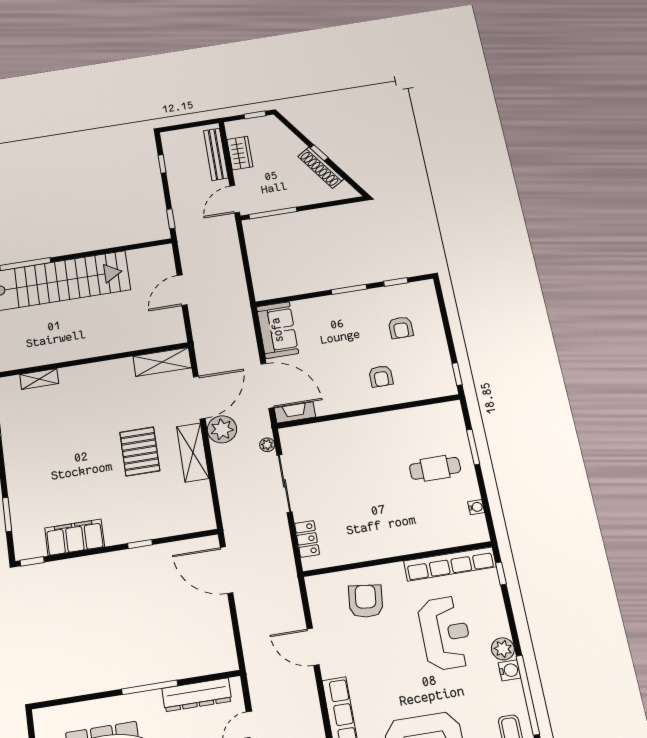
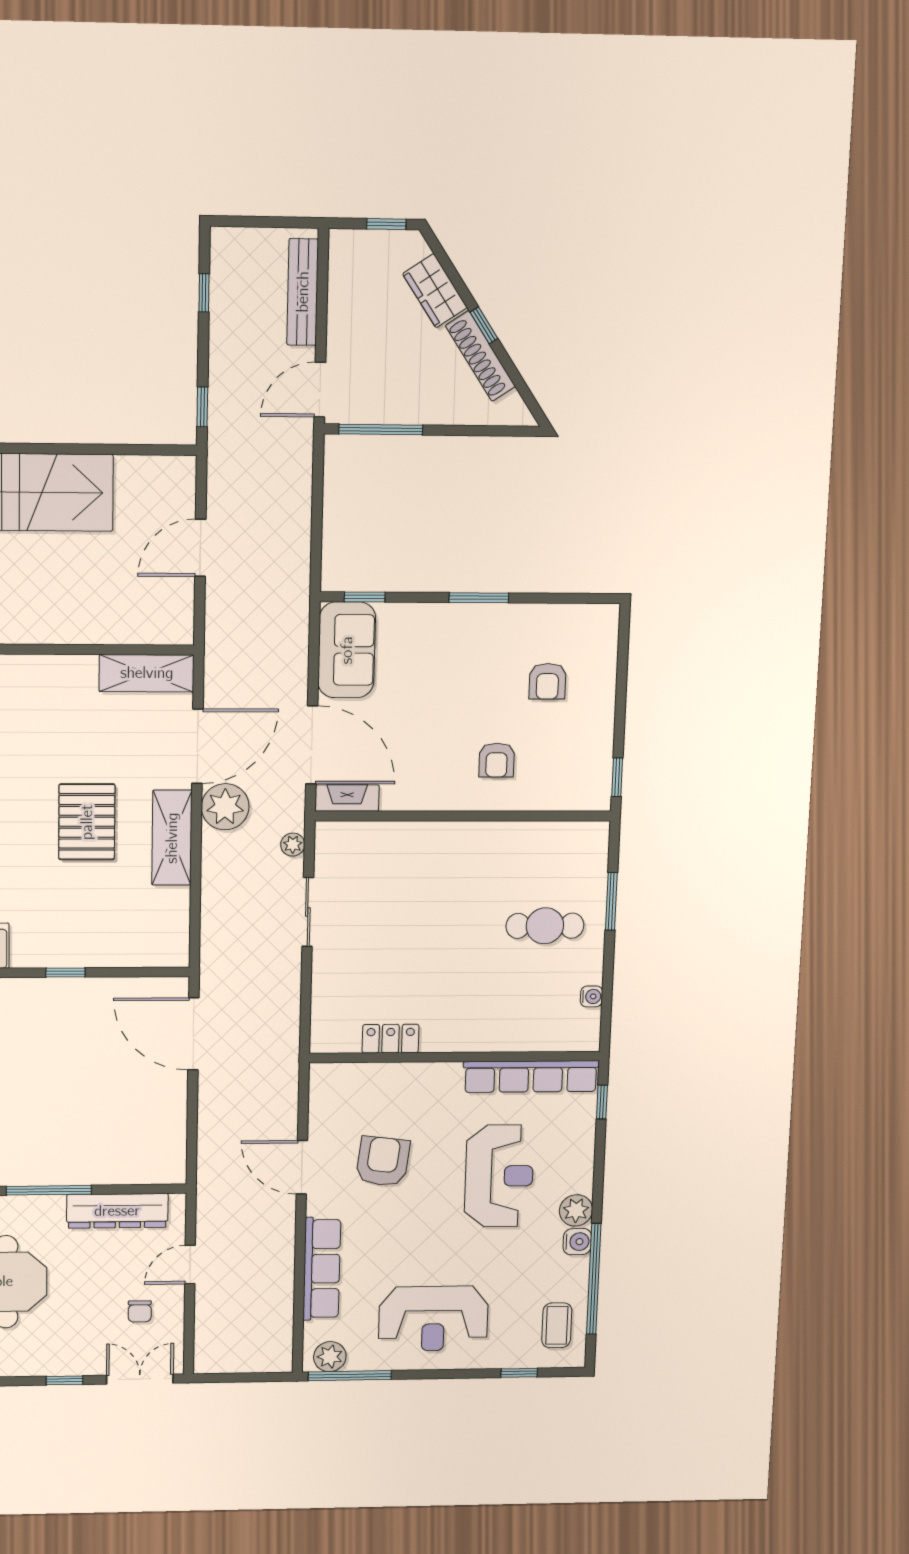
wardrobe: (240, 153) -> (435, 291), moved, turned 146
window: (396, 282) -> (365, 597), moved
sliding door: (284, 483) -> (308, 912), width x0.73
locker: (307, 539) -> (390, 1039), moved, turned -90
armchair: (366, 601) -> (383, 1161), moved

